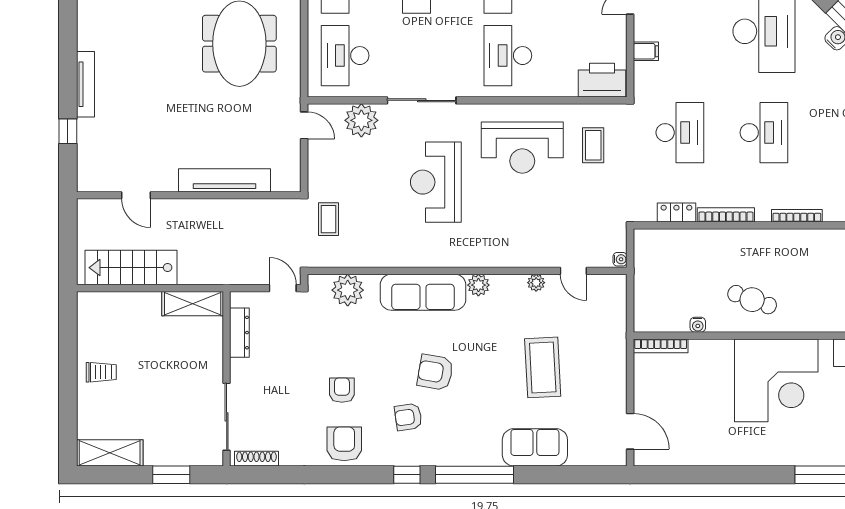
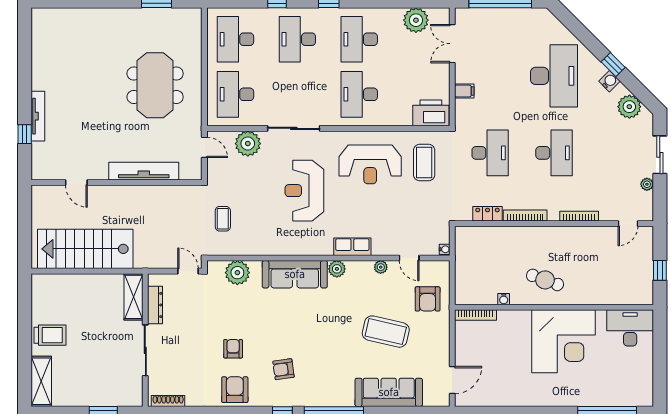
window: (68, 131) -> (25, 134), moved
coffee table: (593, 145) -> (424, 163), width x1.36, depth x1.30
tv unit: (224, 180) -> (144, 171), moved
door: (136, 195) -> (76, 183), moved
wall: (189, 195) -> (117, 183), moved
row of seats: (499, 256) -> (352, 247), added
stairs: (131, 268) -> (85, 249), width x1.36, depth x1.51
shelving: (193, 304) -> (133, 297), moved, turned 90
coffee table: (543, 367) -> (386, 332), turned -74
trolley: (101, 372) -> (50, 335), width x1.36, depth x1.39
armchair: (435, 372) -> (428, 299), moved, turned -100
sliding door: (227, 417) -> (145, 350), moved
door: (630, 431) -> (452, 380), hinge flipped
sofa: (535, 447) -> (389, 392), width x1.36
shelving: (110, 453) -> (41, 381), moved, turned 90

